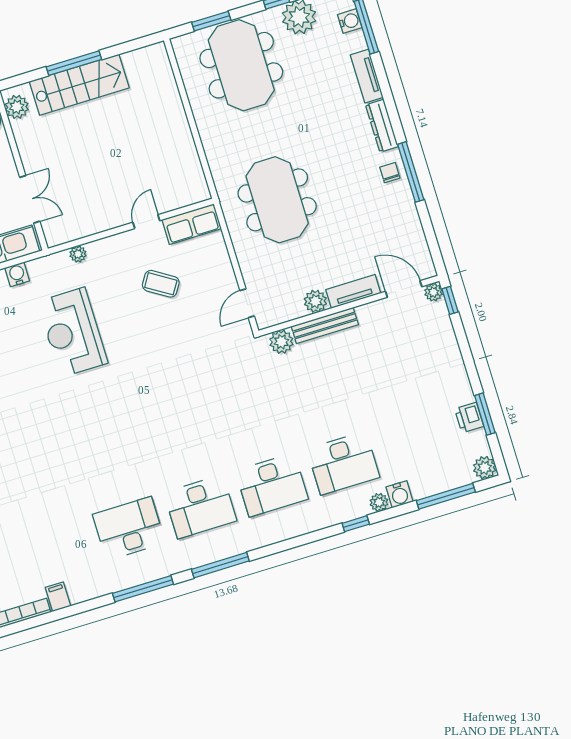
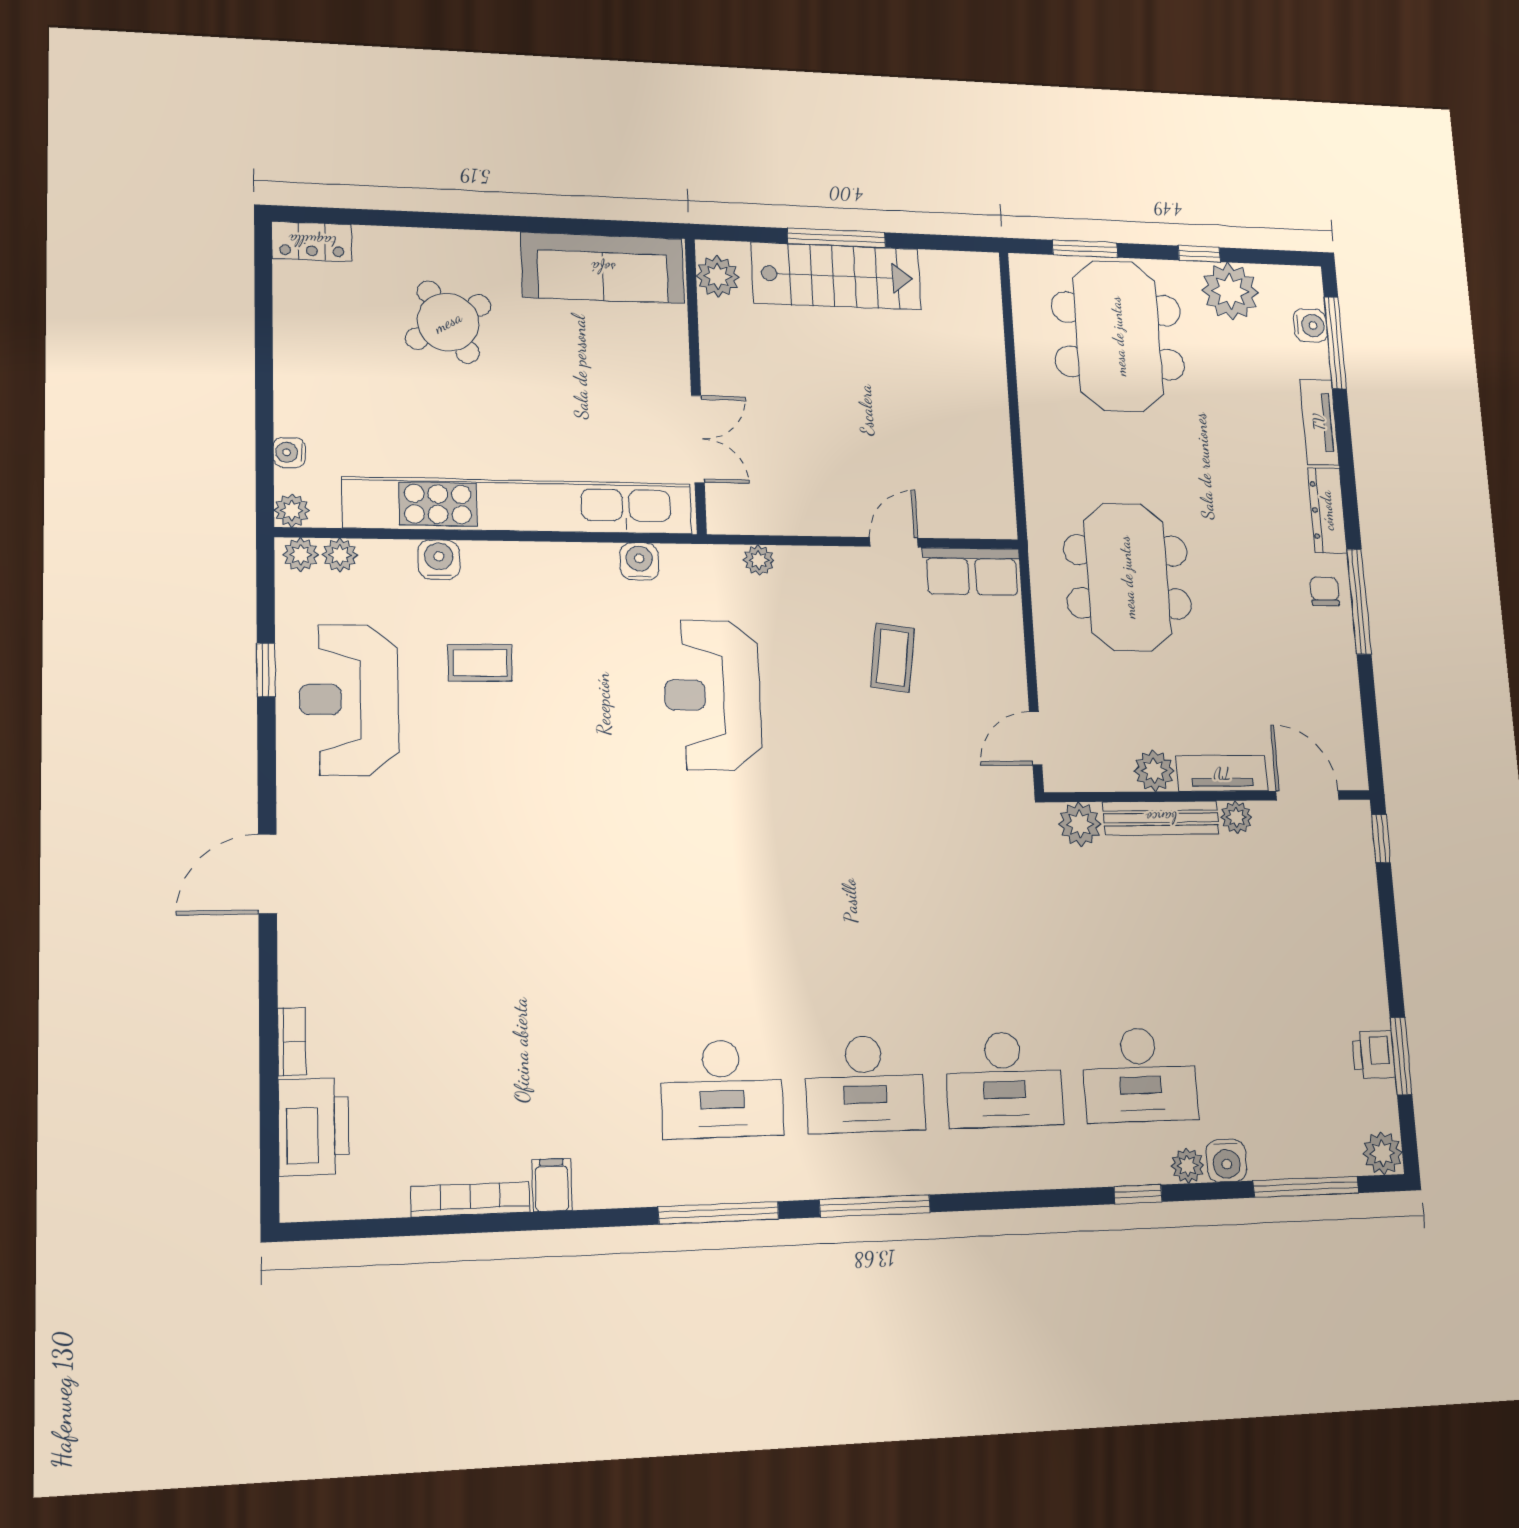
coffee table: (161, 284) -> (893, 658), turned 66
plant: (433, 292) -> (1236, 817), moved
desk: (129, 529) -> (722, 1089), turned 180

